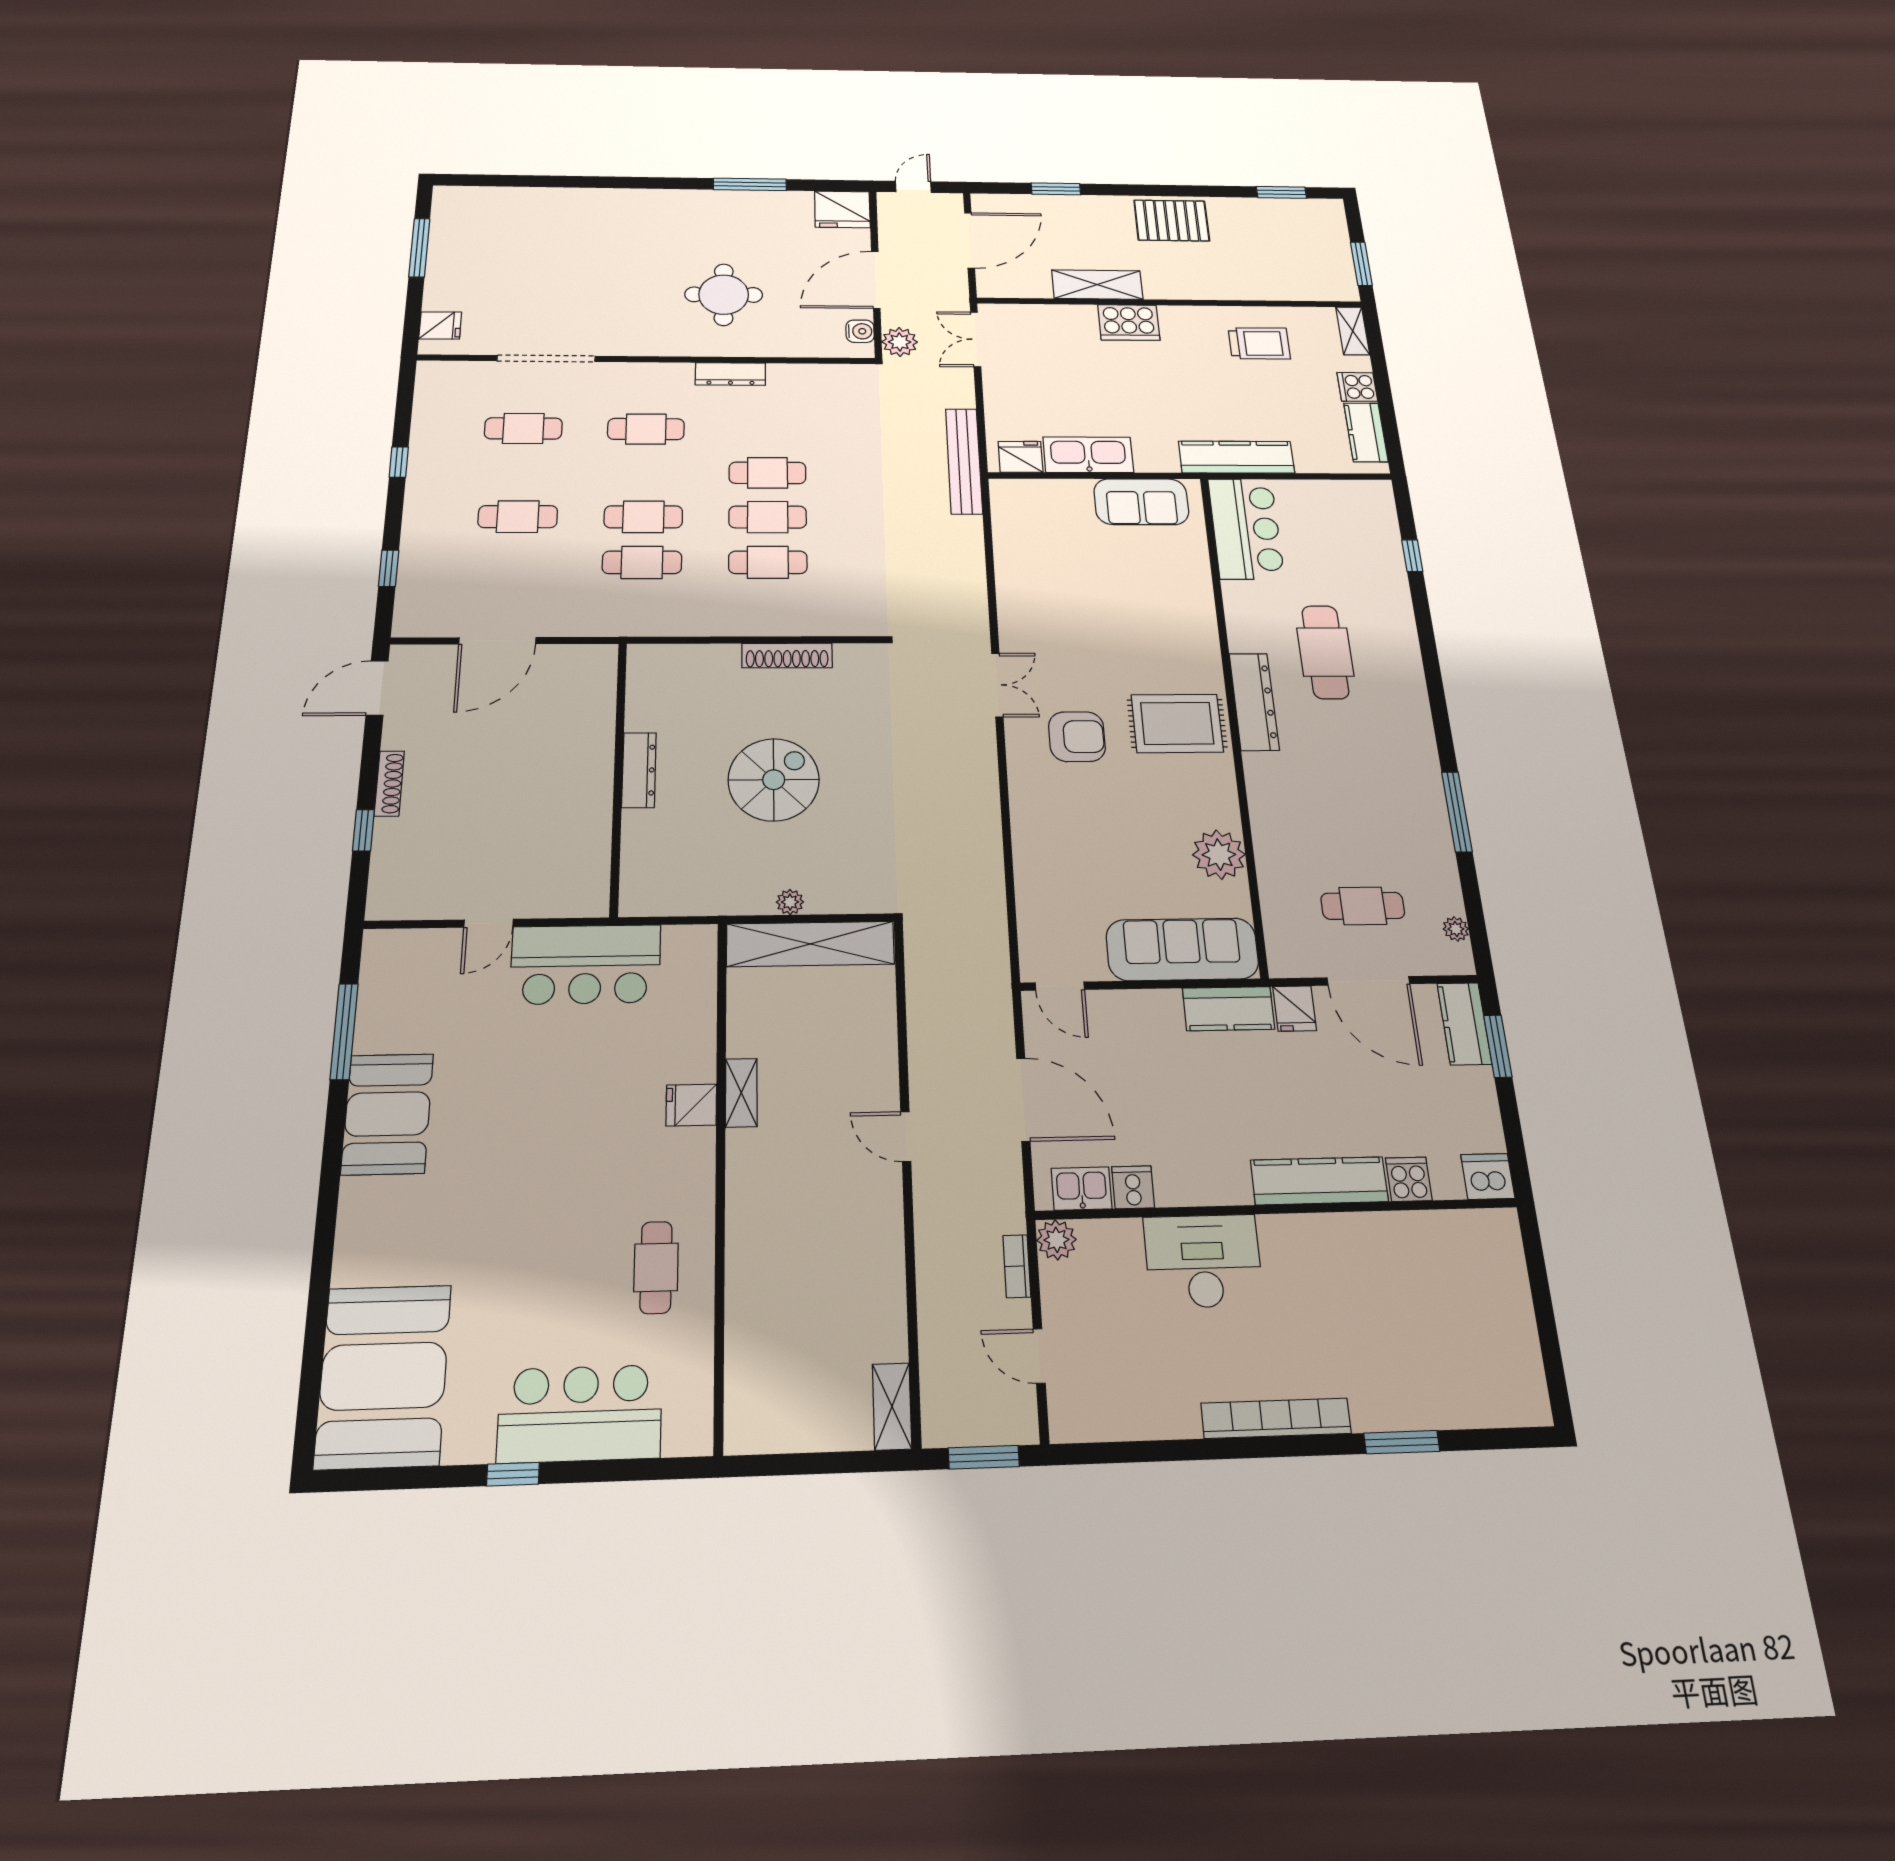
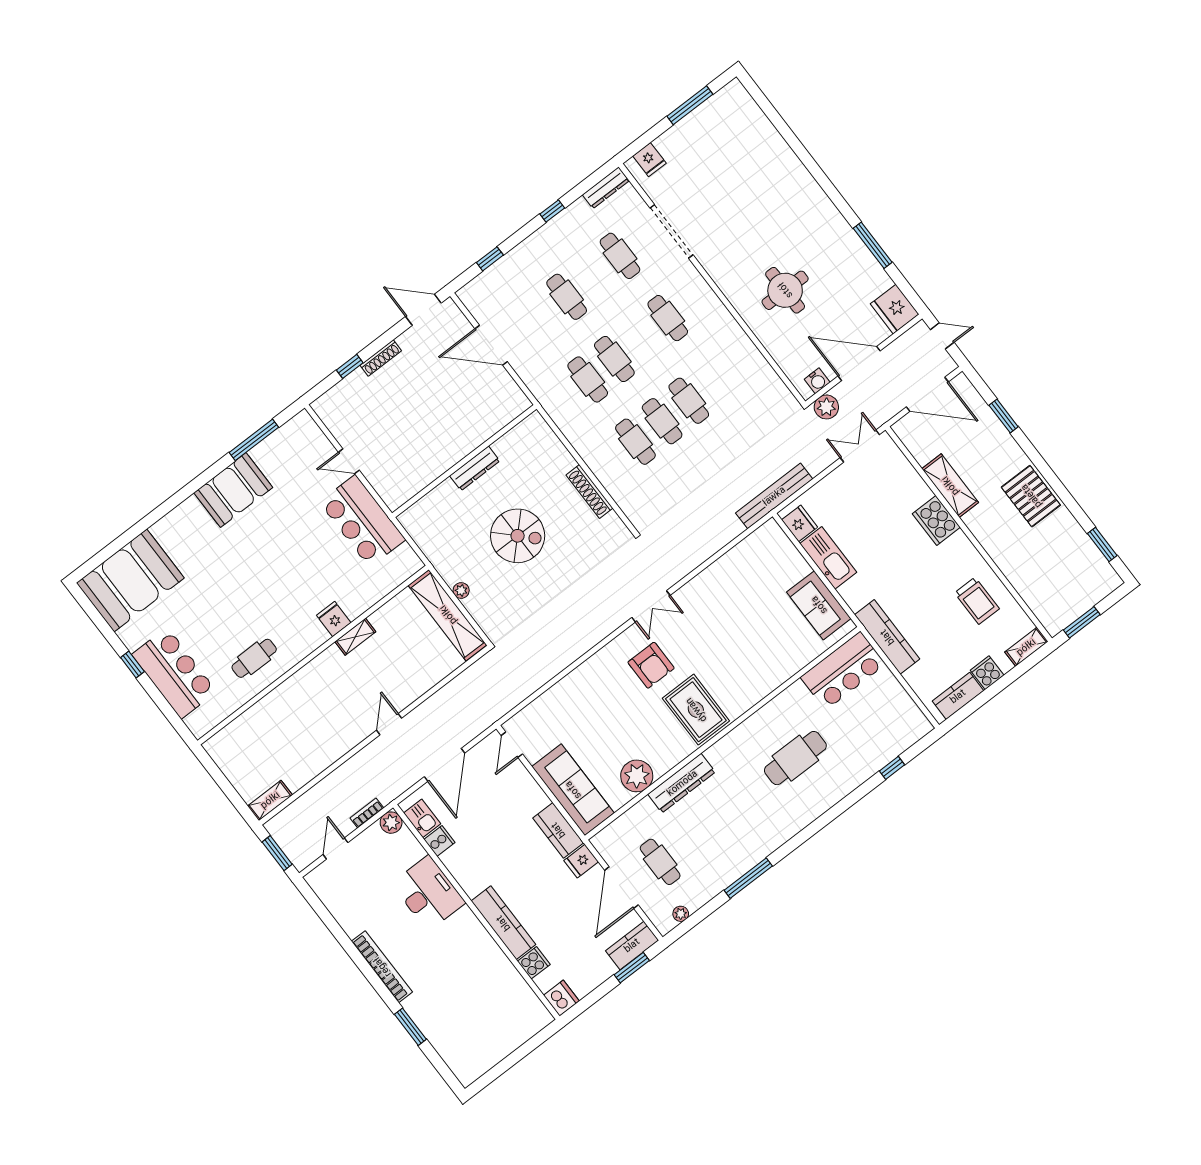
dresser: (730, 374) -> (606, 188), moved, turned -90
dresser: (1254, 702) -> (682, 783), moved

